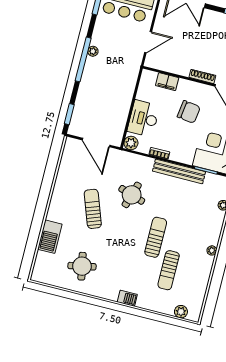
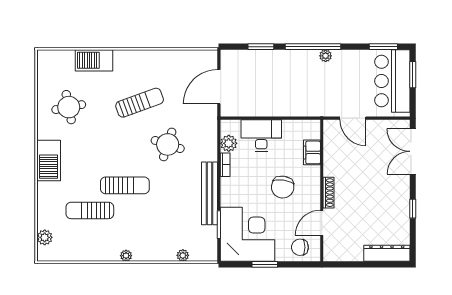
window: (69, 114) -> (261, 47), moved
plant: (131, 143) -> (229, 143), moved
barbecue: (127, 298) -> (49, 161), width x1.88, depth x1.53

